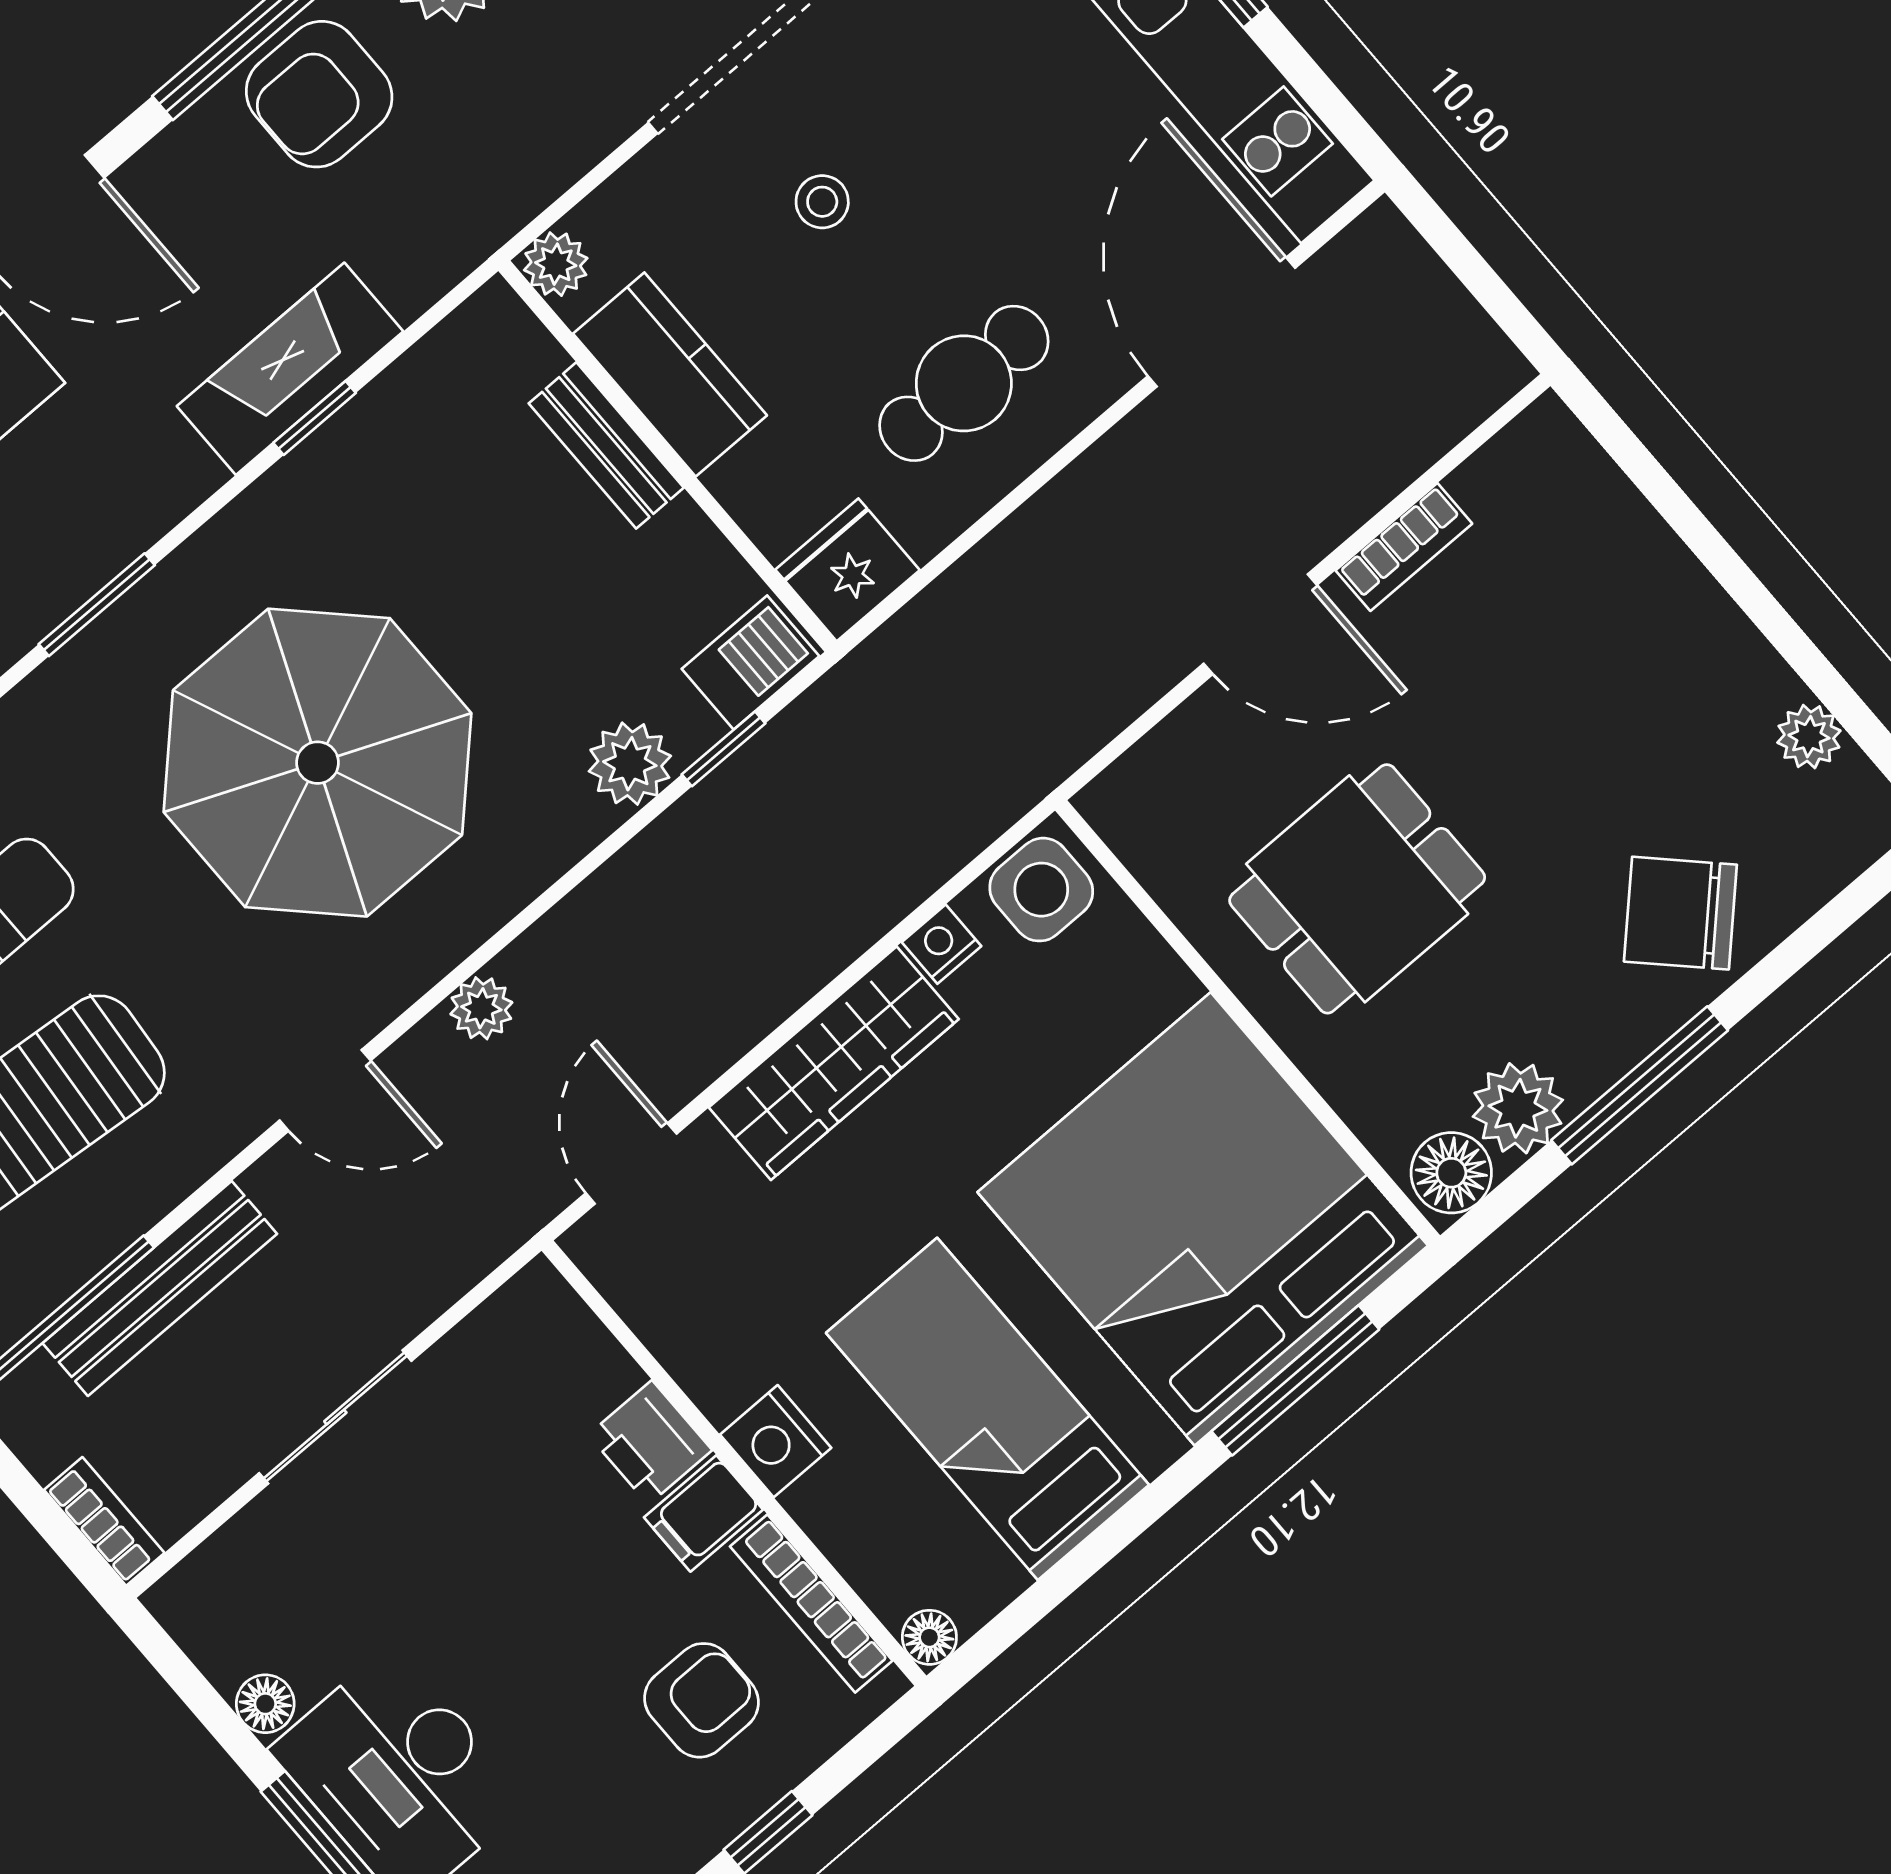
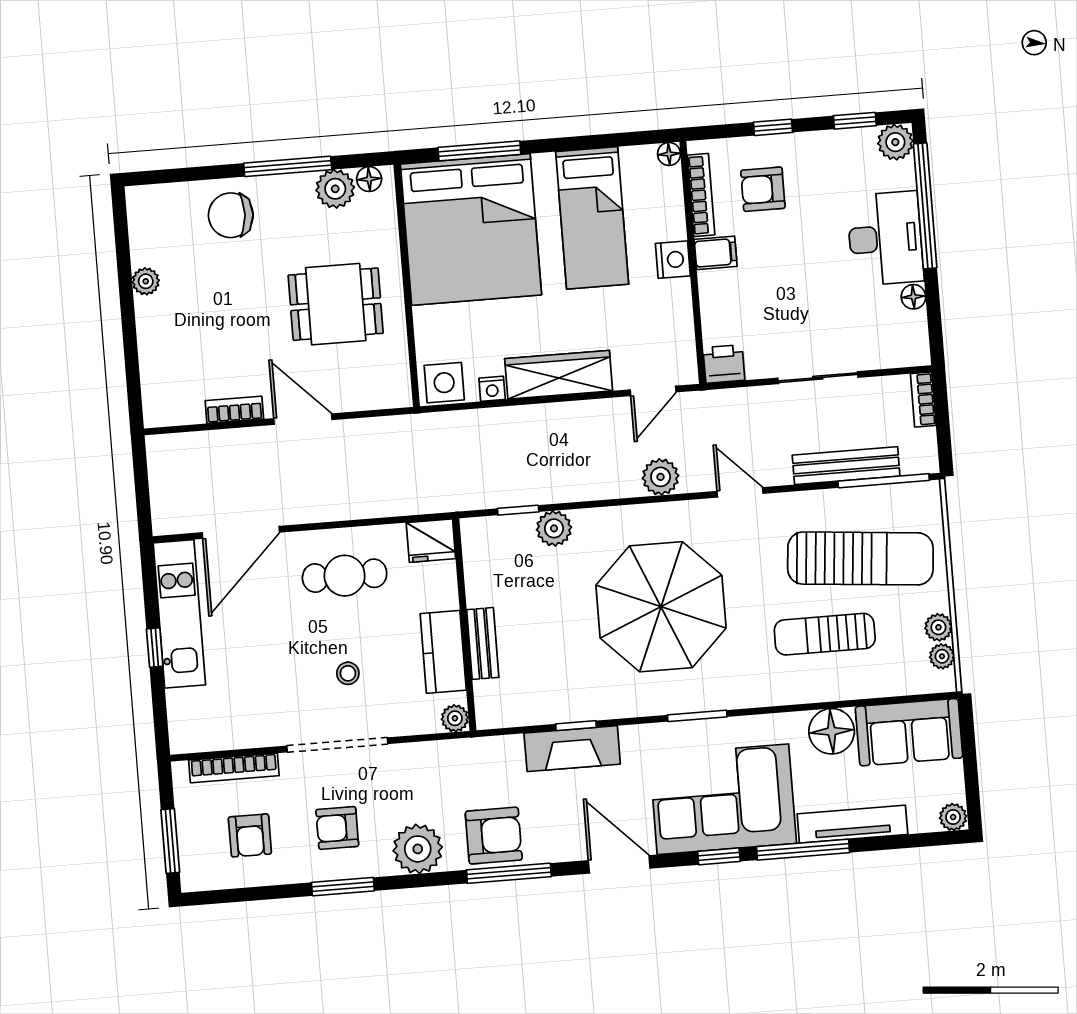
barbecue: (750, 662) -> (487, 533), removed
plant: (1809, 737) -> (146, 281), moved
chair: (1680, 913) -> (231, 215), turned 138
plant: (481, 1008) -> (661, 477), width x1.38, depth x1.38
floor lamp: (1451, 1173) -> (369, 179), width x0.73, depth x0.73
printer: (650, 1442) -> (724, 364), moved, turned -90

